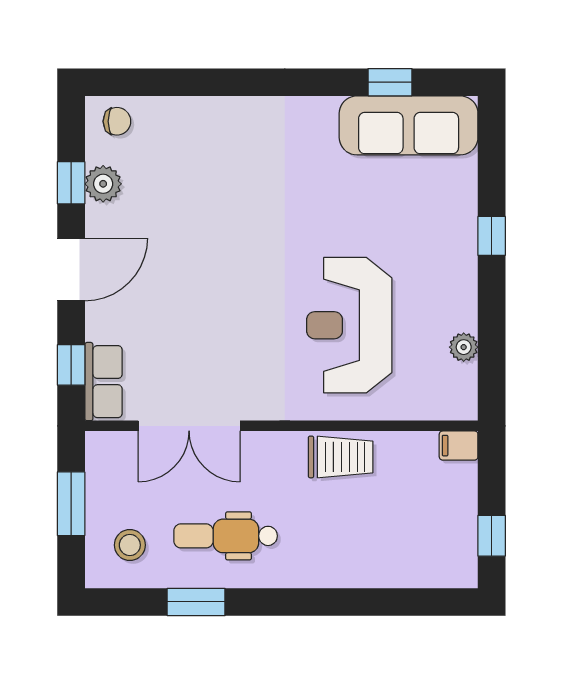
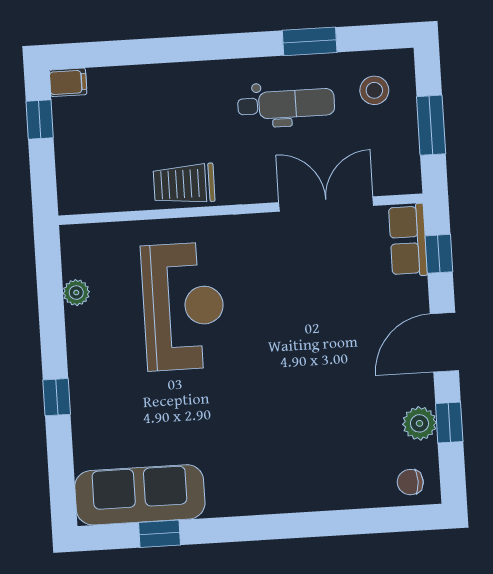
filing cabinet: (459, 446) -> (68, 82), moved

